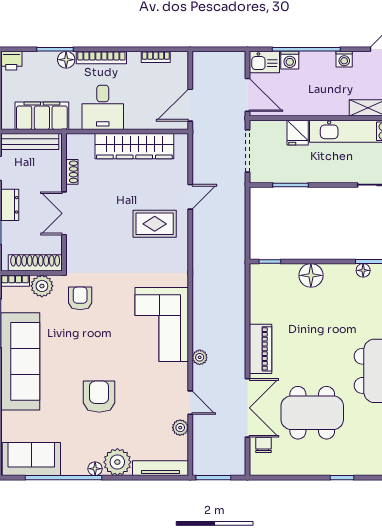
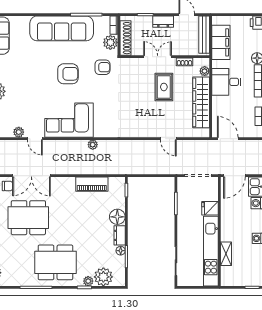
plant: (86, 141) -> (205, 71), added
rug: (155, 224) -> (164, 87), moved
dresser: (340, 272) -> (120, 235), added
corner sofa: (162, 324) -> (69, 120), moved
piano: (261, 349) -> (92, 184), moved
plant: (200, 357) -> (93, 145), moved
armchair: (99, 397) -> (68, 74), moved
door: (190, 403) -> (35, 139), hinge flipped
dining table: (312, 413) -> (28, 218), turned 90

